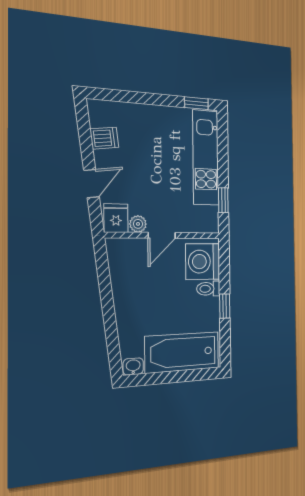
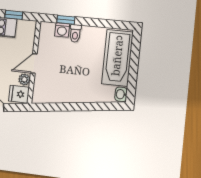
door: (162, 235) -> (34, 63), swing flipped
washing machine: (203, 262) -> (62, 30), width x0.53, depth x0.53
window: (225, 306) -> (66, 20), moved

